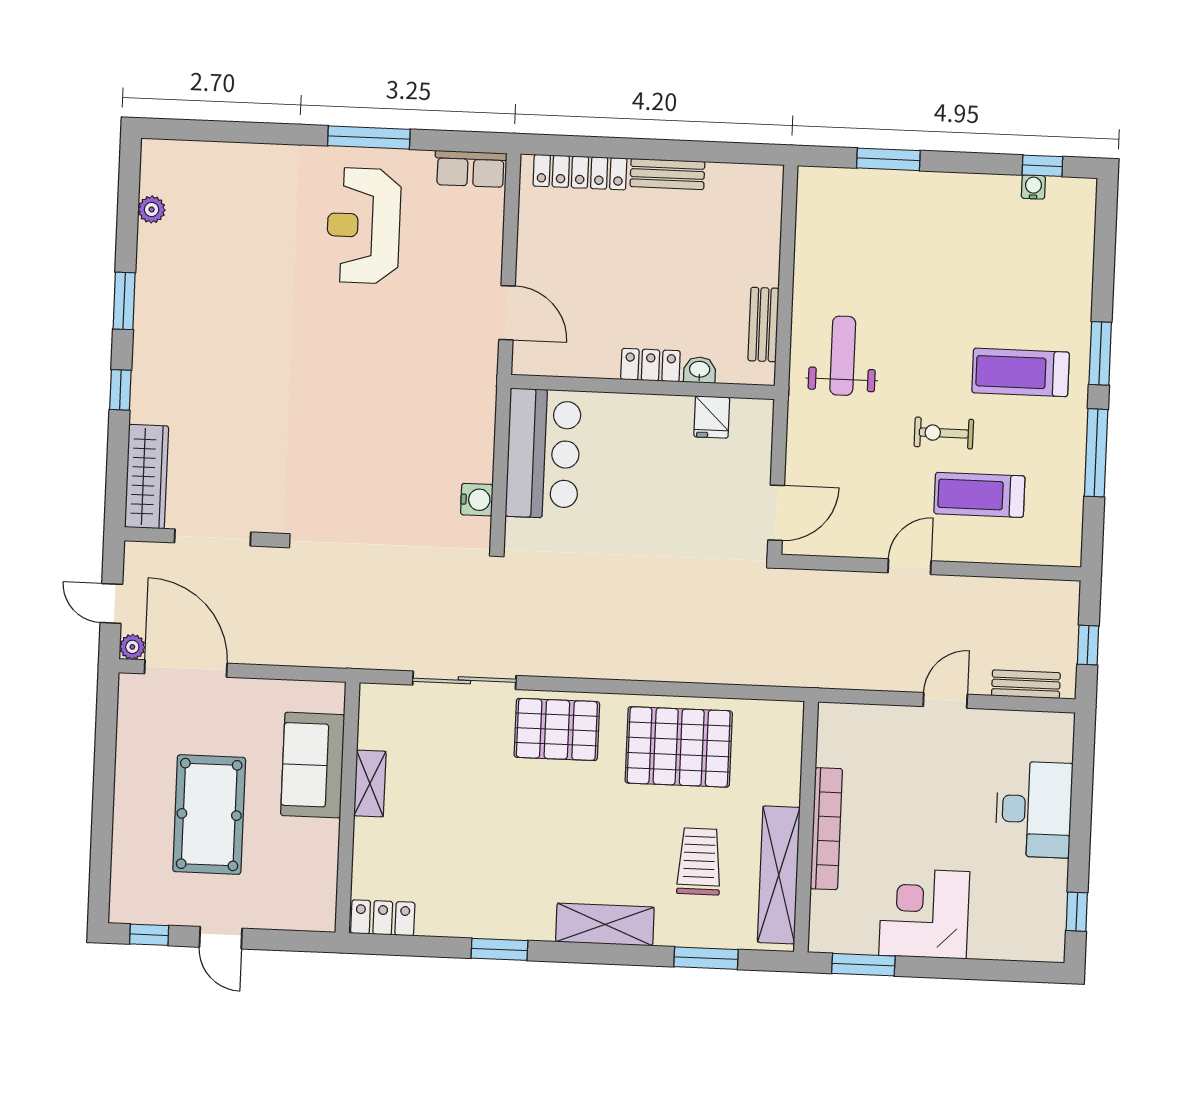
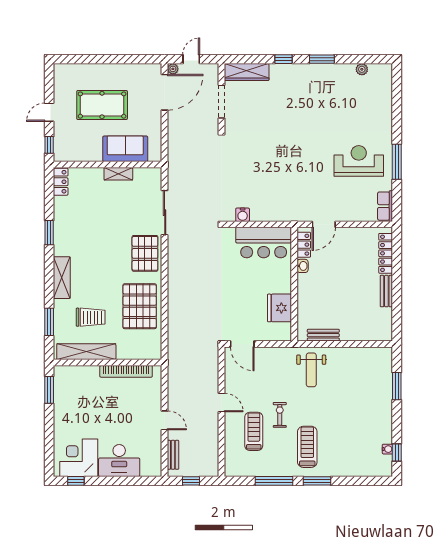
weight bench: (843, 356) -> (311, 370), turned 90
locker: (650, 365) -> (304, 245), moved
washbasin: (700, 370) -> (303, 266), moved
fridge: (712, 417) -> (279, 308), width x1.88, depth x1.34
bookcase: (826, 829) -> (126, 371), moved
corner desk: (924, 913) -> (79, 458), moved, turned -90
window: (149, 935) -> (49, 145), moved

